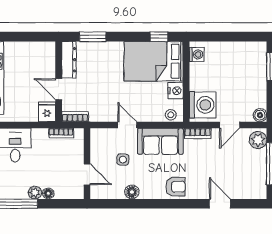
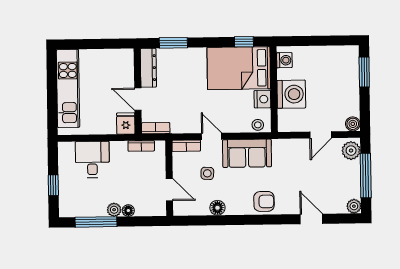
washing machine: (203, 105) -> (291, 94), moved
bookcase: (198, 133) -> (186, 146), moved
plant: (260, 192) -> (354, 206), added

